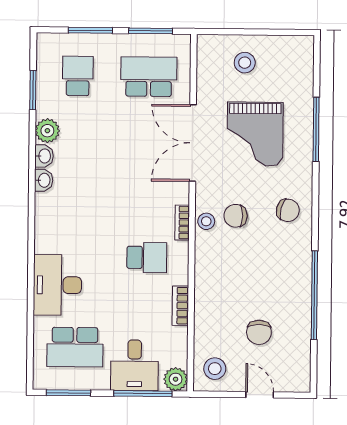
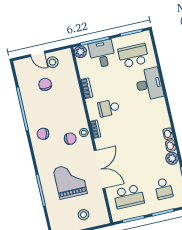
chair: (288, 210) -> (43, 134), moved
stool: (215, 369) -> (52, 62), moved

